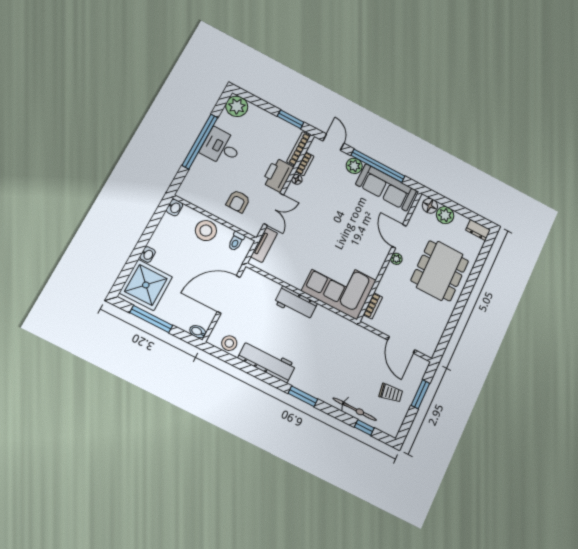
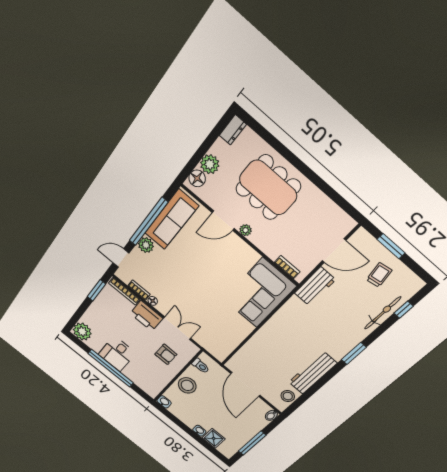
tv unit: (264, 245) -> (208, 345), removed
shower: (146, 285) -> (214, 438), width x0.54, depth x0.54
workbench: (296, 303) -> (315, 287), moved

